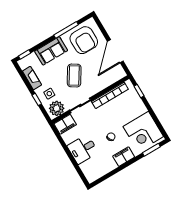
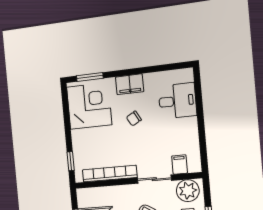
filing cabinet: (65, 124) -> (180, 165), width x0.50
desk: (83, 149) -> (177, 101), moved

